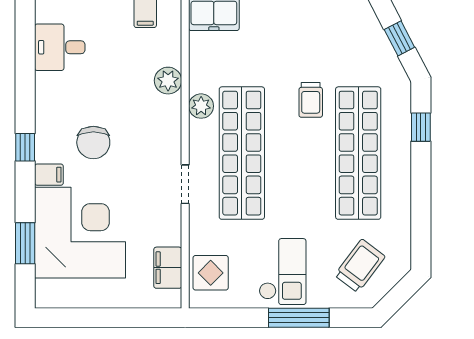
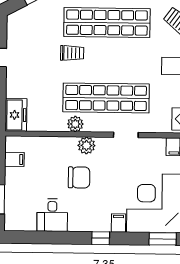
desk: (60, 47) -> (52, 215), moved
plant: (168, 81) -> (86, 145), moved
chair: (93, 142) -> (79, 177), moved

